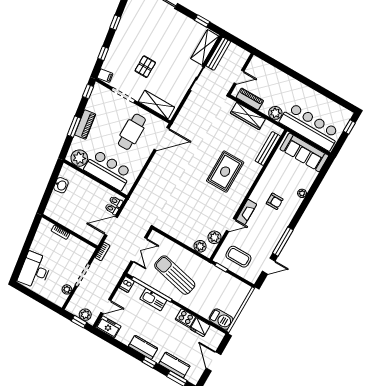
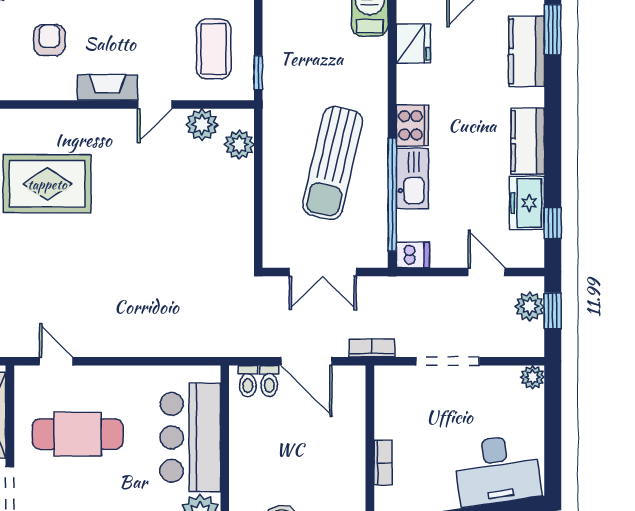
door: (162, 139) -> (56, 361), width x0.53
door: (231, 225) -> (155, 105), swing flipped
double door: (139, 250) -> (323, 272), swing flipped
plant: (67, 289) -> (532, 377), moved
cooker: (185, 318) -> (412, 125), moved
freezer: (108, 327) -> (527, 203), moved
window: (149, 362) -> (553, 223), moved

